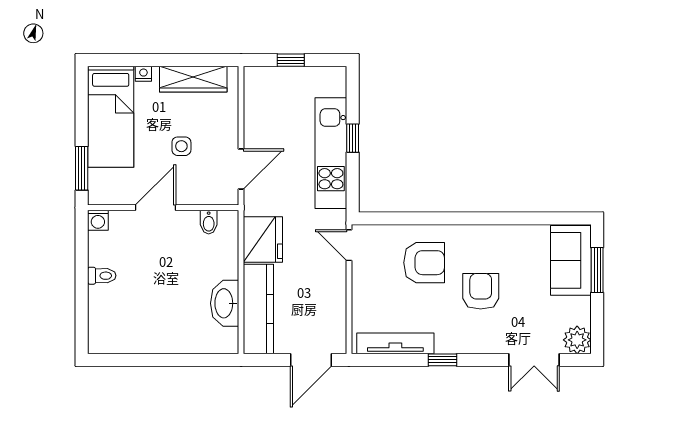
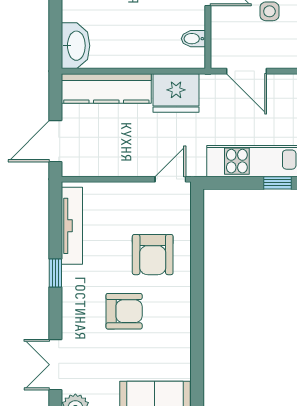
washbasin: (225, 303) -> (75, 46), moved, turned 90
door: (311, 360) -> (55, 141), hinge flipped

